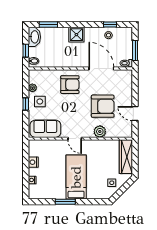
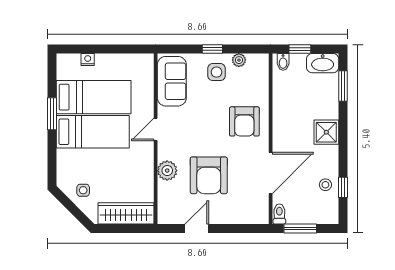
nightstand: (33, 162) -> (117, 61), removed
bed: (55, 176) -> (94, 97), added

